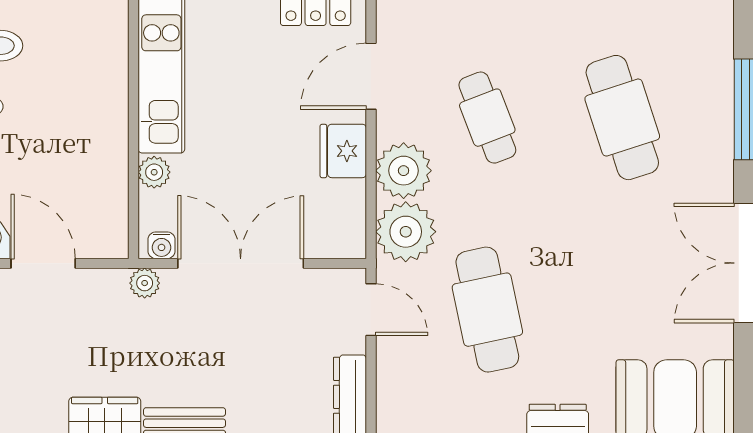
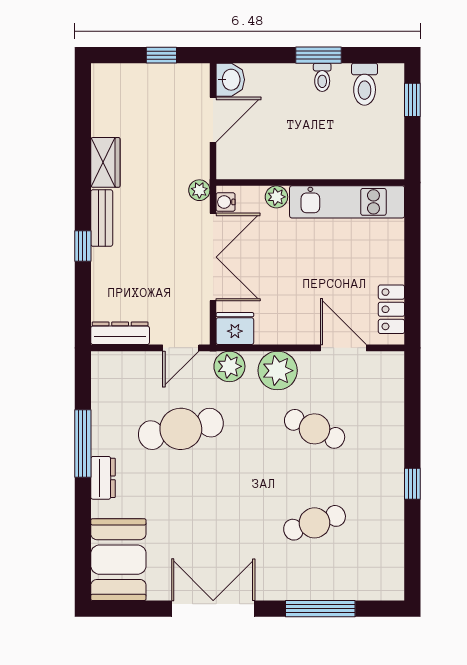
cafe table: (487, 118) -> (315, 429), turned 45
cafe table: (622, 118) -> (315, 523), width x0.73, depth x0.74
fridge: (343, 151) -> (235, 329), moved
plant: (406, 232) -> (229, 366), width x0.73, depth x0.73

